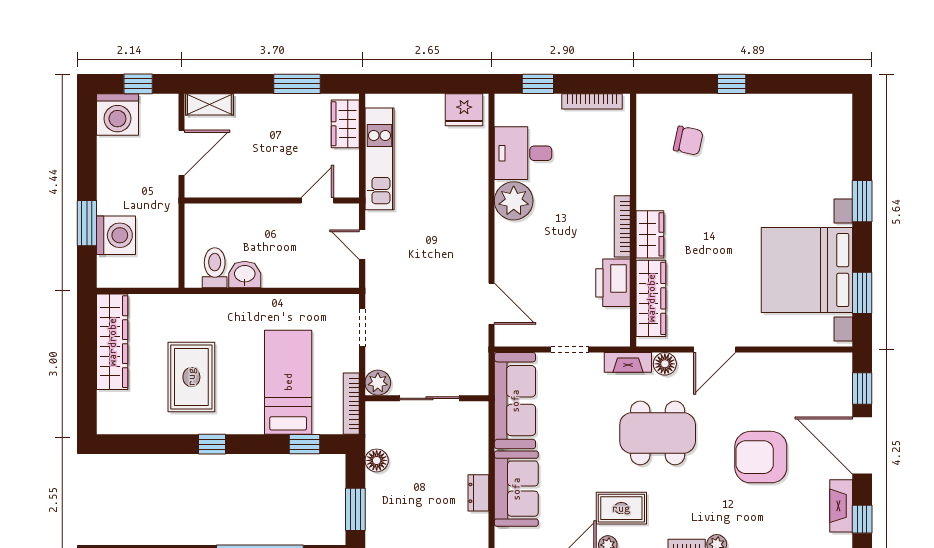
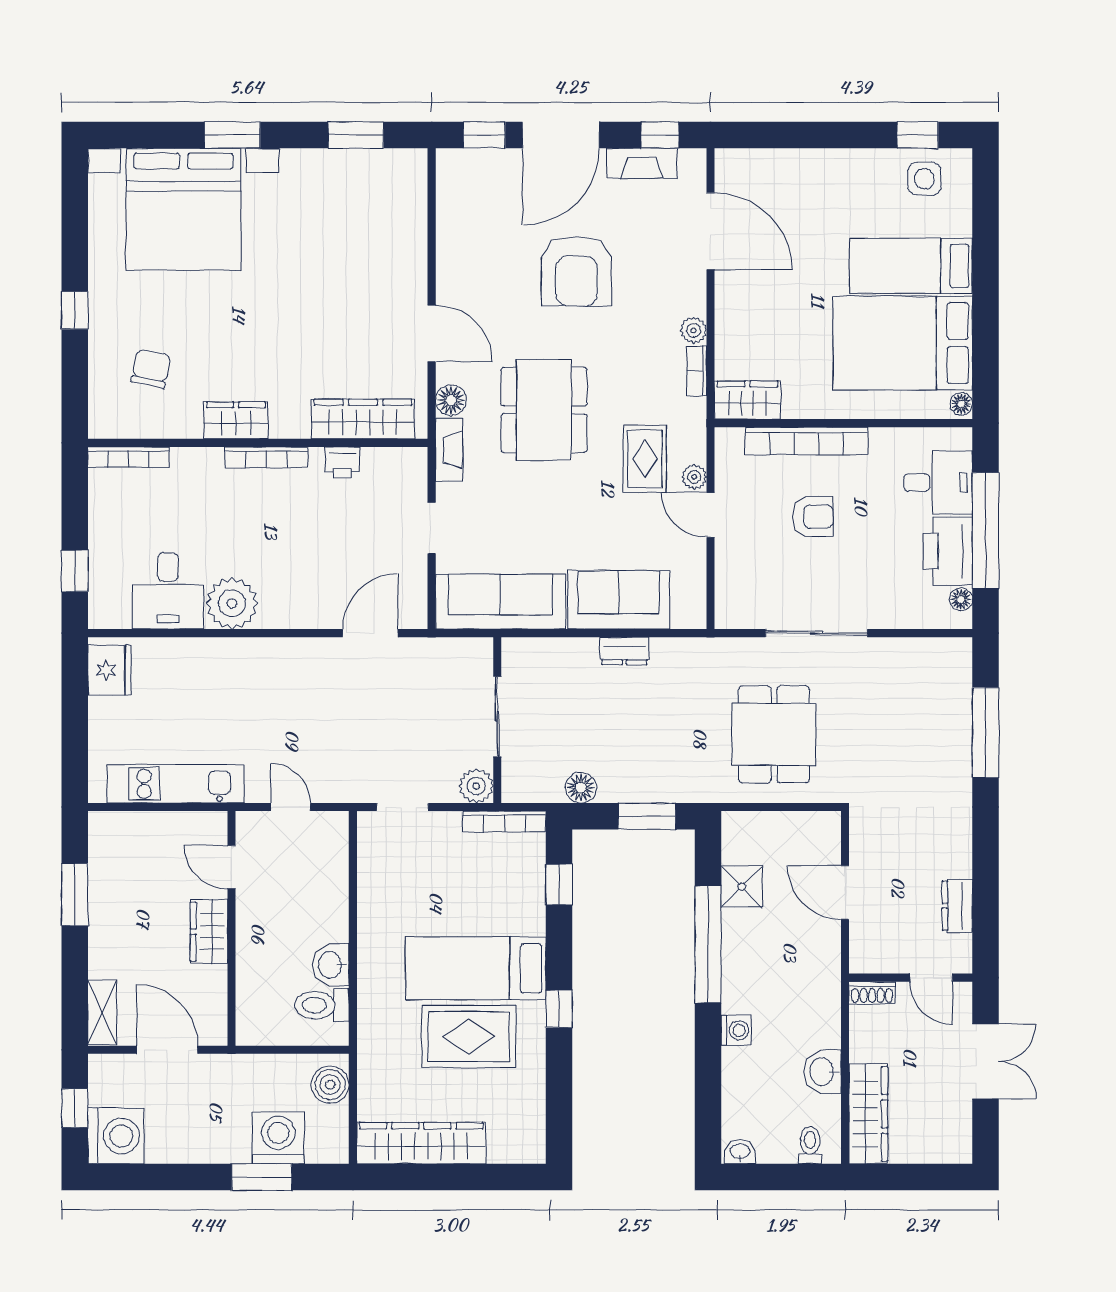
bookcase: (592, 101) -> (128, 457), moved, turned 90
wardrobe: (345, 124) -> (209, 932), moved, turned 90
wardrobe: (650, 234) -> (236, 420), moved
door: (362, 245) -> (291, 807), swing flipped
bed with nightstands: (807, 270) -> (183, 209), moved
boiler: (156, 274) -> (330, 1085), added
printer: (613, 283) -> (342, 462), width x0.53, depth x0.68
bed: (288, 382) -> (476, 968), moved

